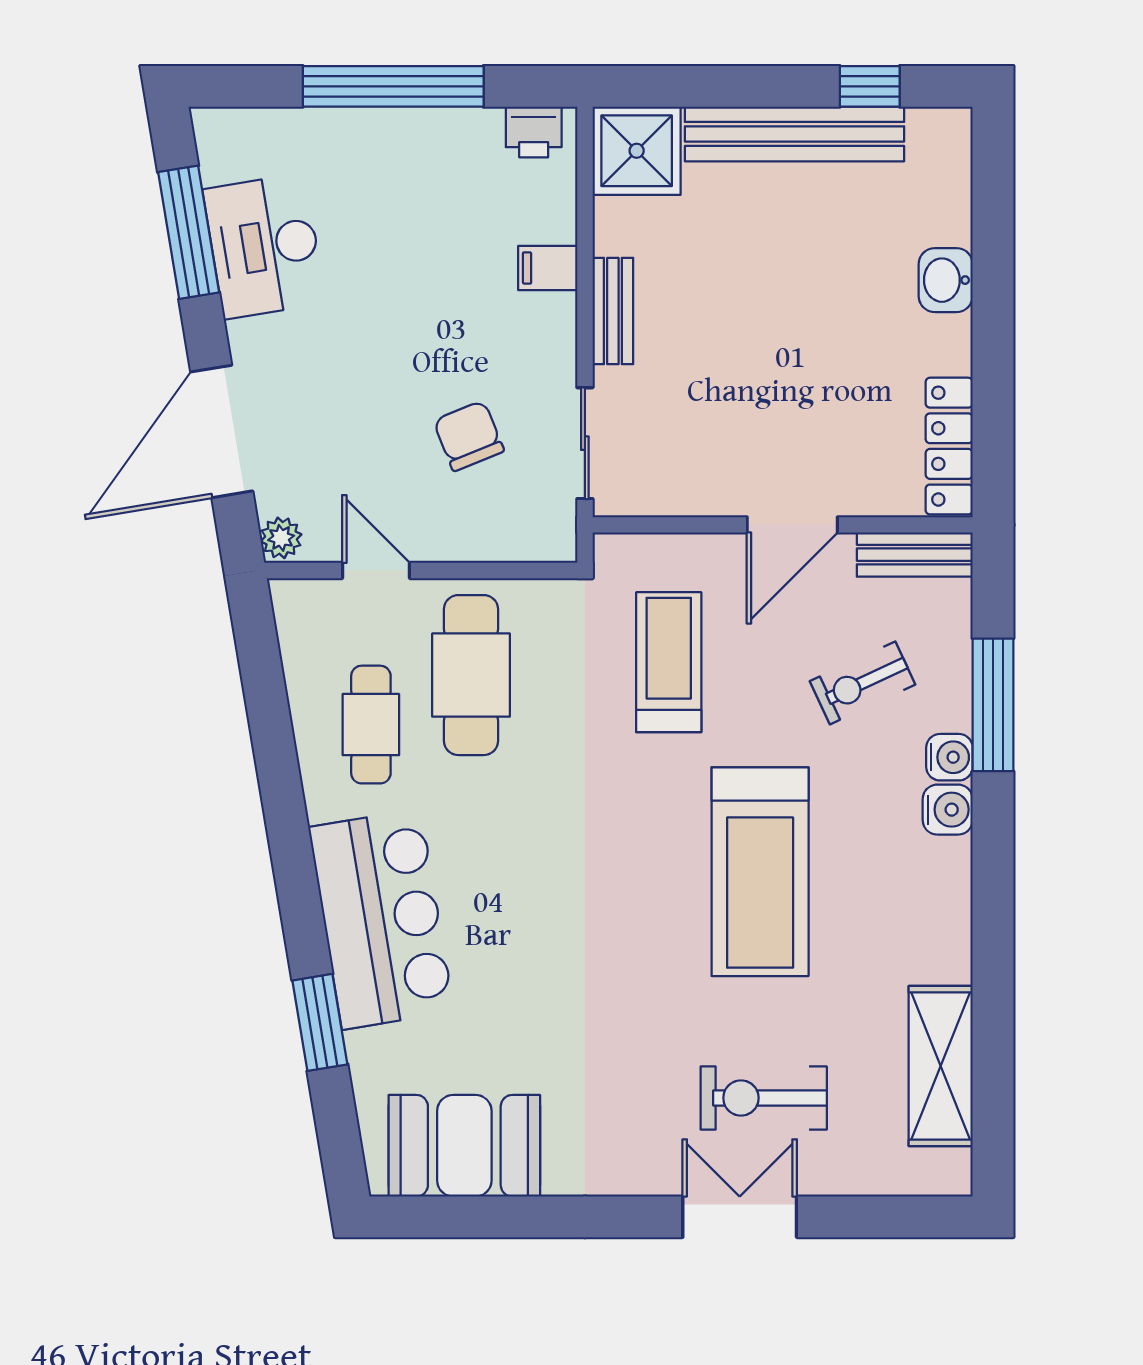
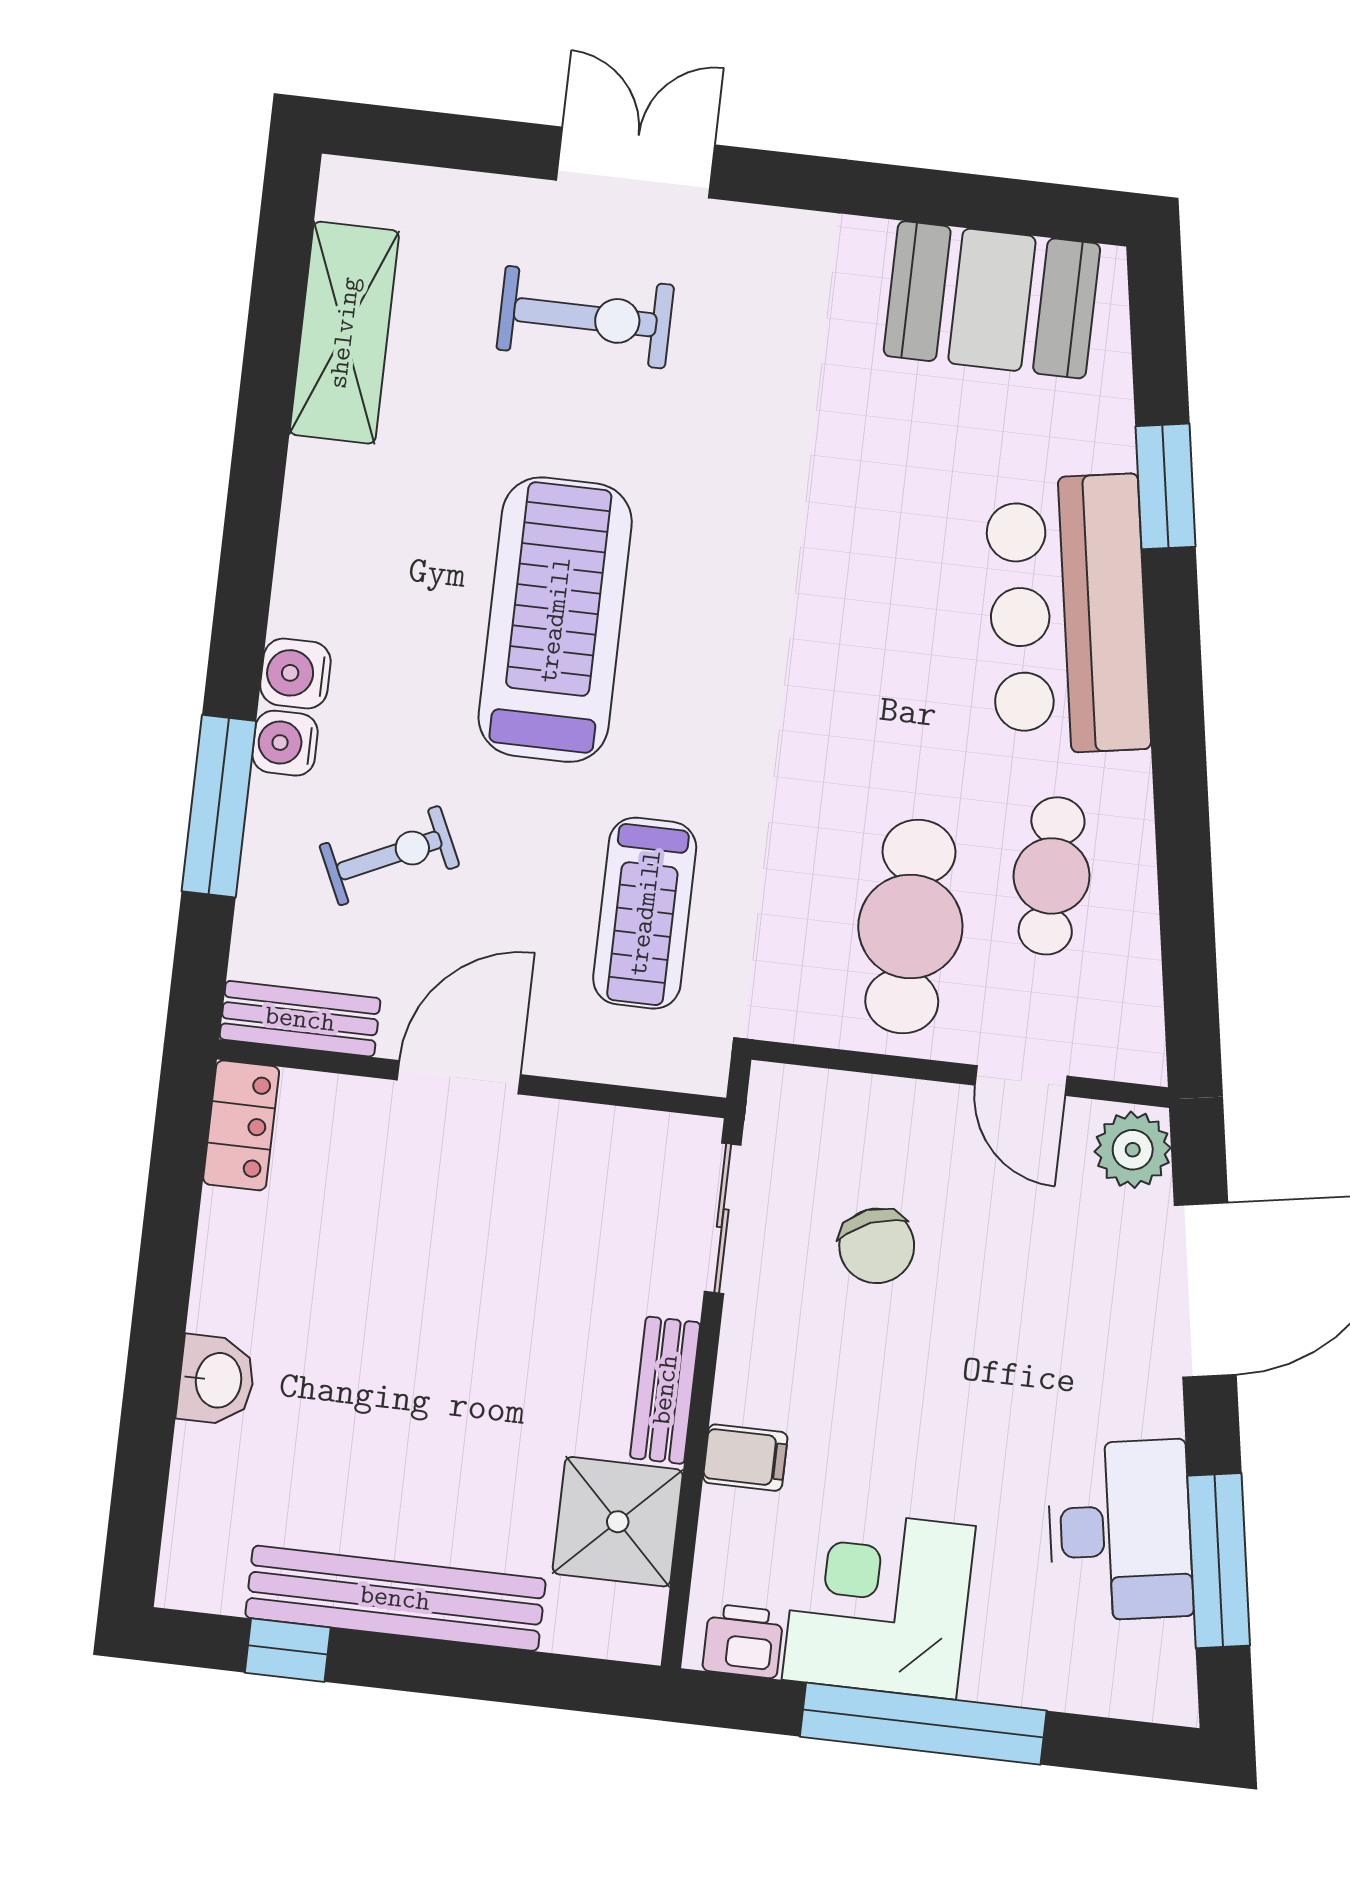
shower: (637, 151) -> (618, 1522), moved
corner desk: (436, 172) -> (879, 1603), added
locker: (949, 446) -> (241, 1125), width x0.66
plant: (281, 538) -> (1133, 1150), width x1.38, depth x1.38
double door: (740, 1217) -> (636, 162), swing flipped

